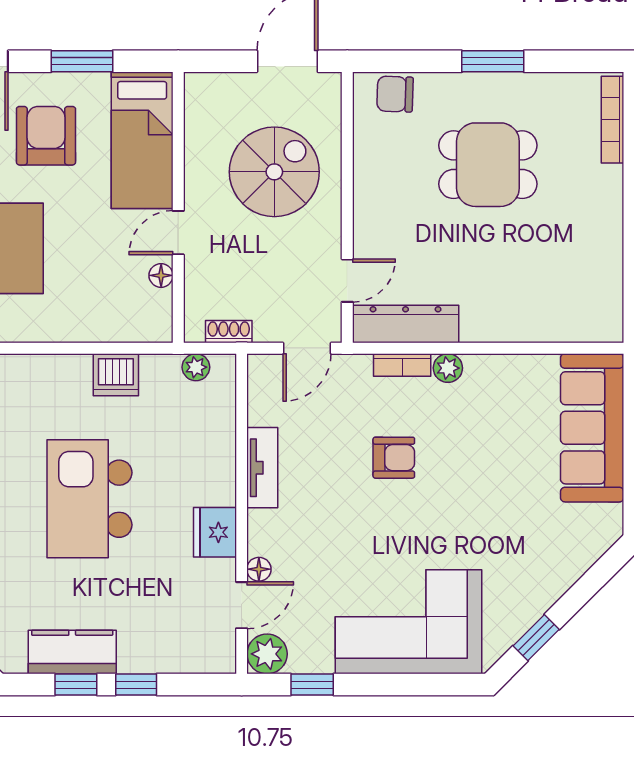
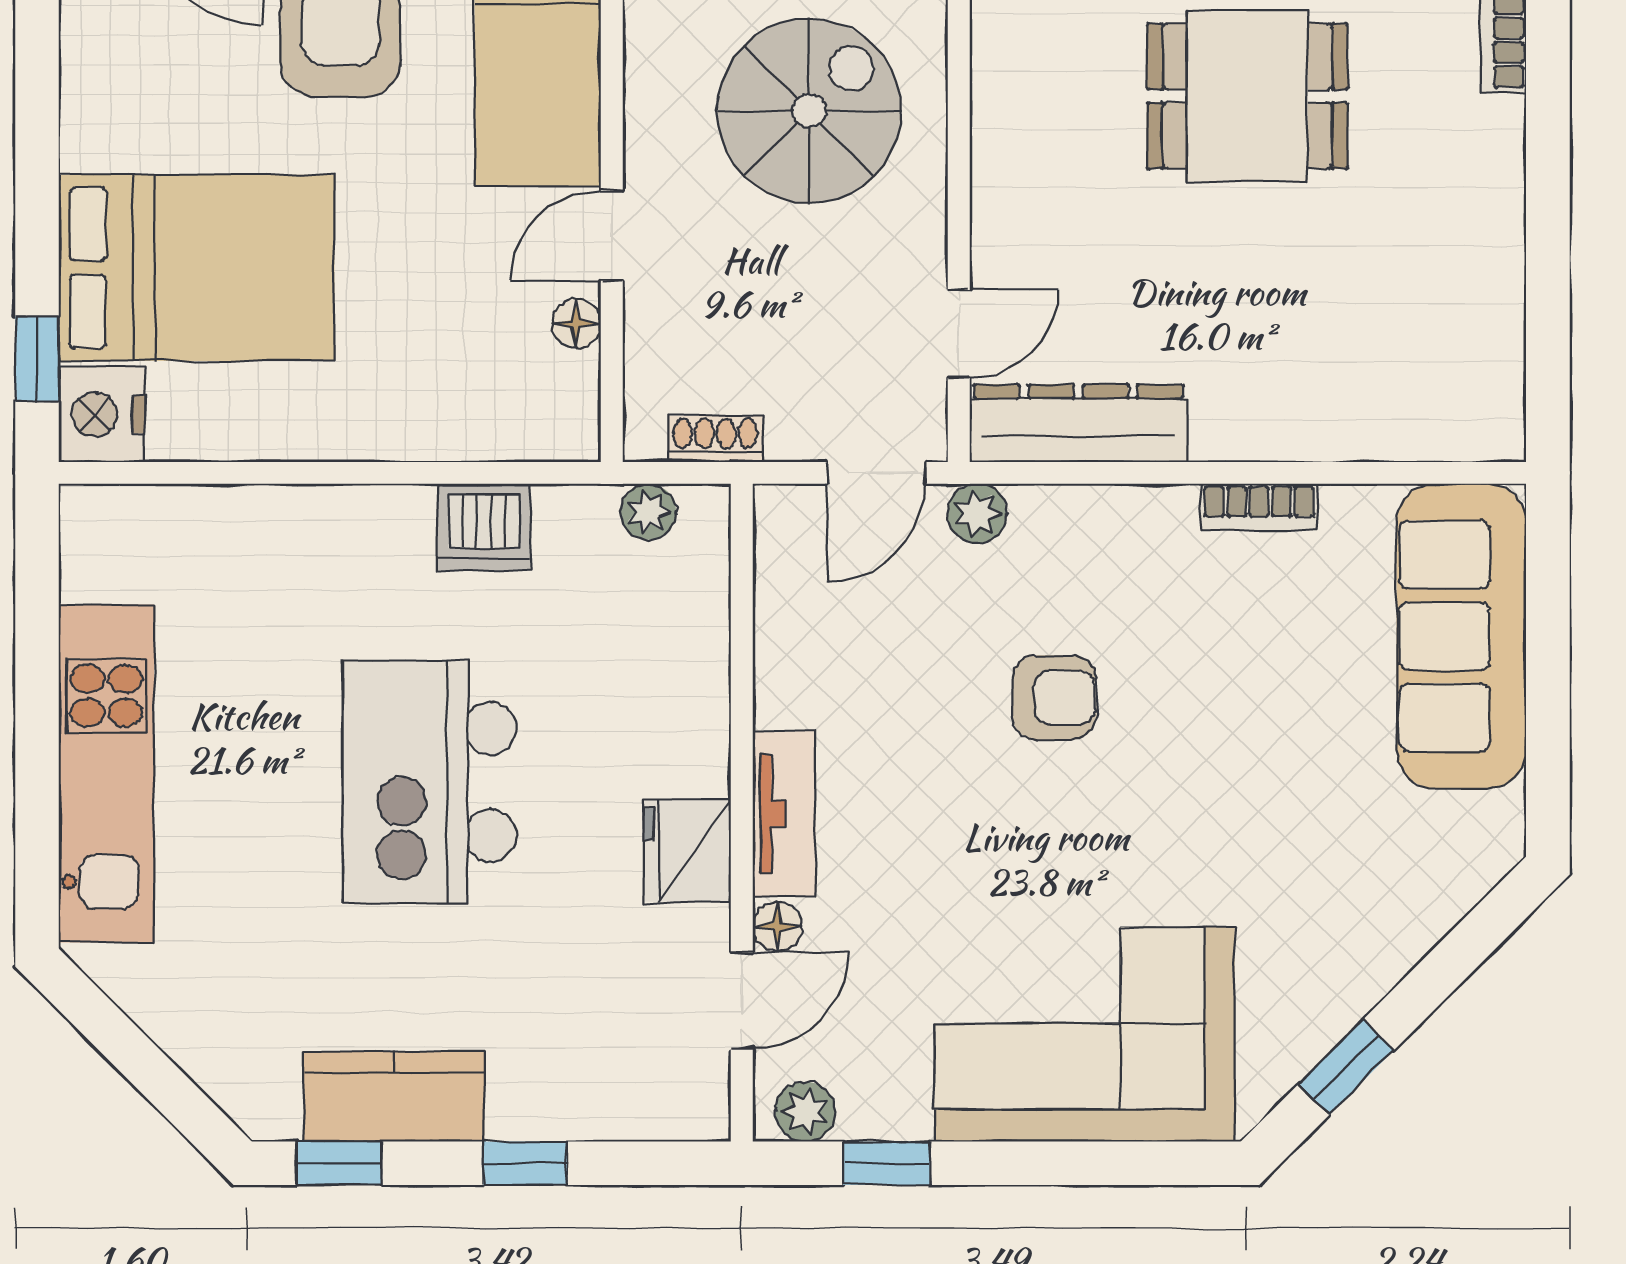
bookcase: (402, 365) -> (1259, 507), moved
plant: (448, 368) -> (977, 513), moved
tv unit: (262, 468) -> (784, 814), moved
plant: (267, 654) -> (805, 1112), width x0.73, depth x0.73
window: (76, 685) -> (339, 1163), moved

